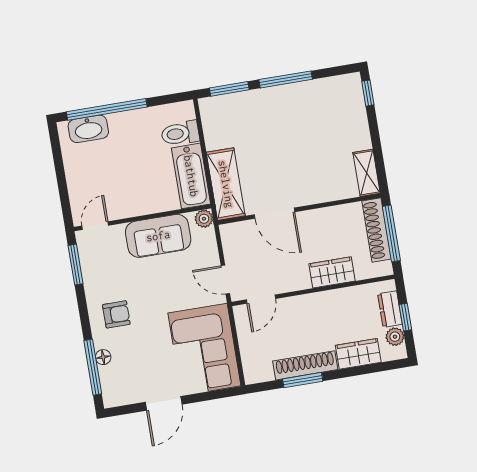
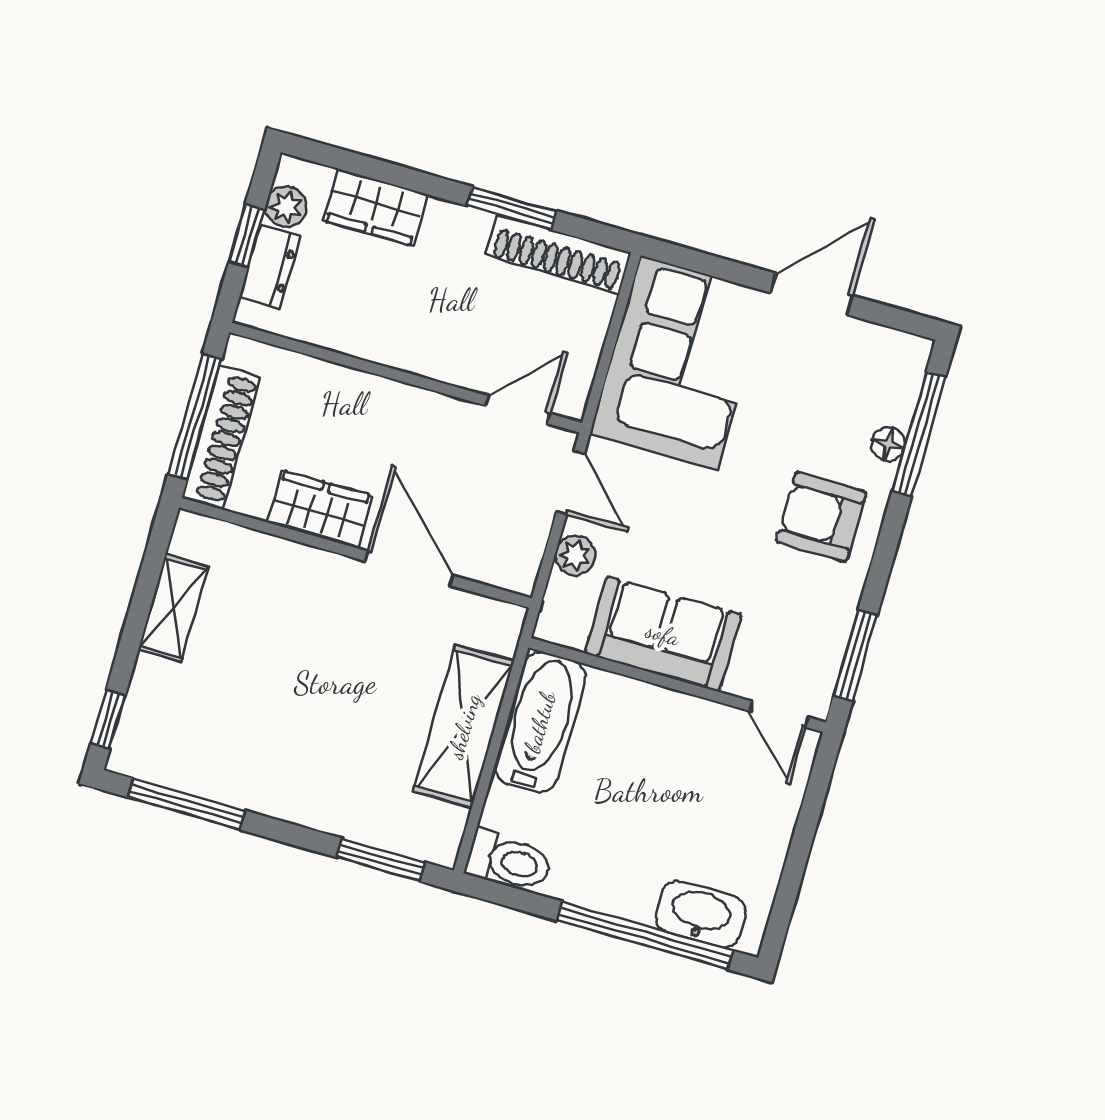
window: (286, 79) -> (187, 804), moved
toilet: (180, 133) -> (509, 861), moved
shelving: (367, 173) -> (173, 608), moved
shelving: (226, 184) -> (464, 726), moved
plant: (204, 219) -> (575, 555), moved
door: (95, 226) -> (779, 714), hinge flipped
wardrobe: (332, 272) -> (320, 509), moved, turned 180
armchair: (116, 314) -> (821, 517), width x1.38, depth x1.38
shoe rack: (305, 365) -> (559, 254), moved

